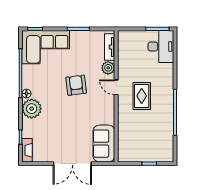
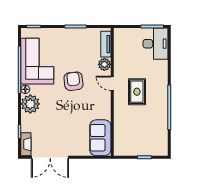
corner sofa: (46, 47) -> (37, 61), moved, turned -90
double door: (72, 164) -> (50, 157), moved

